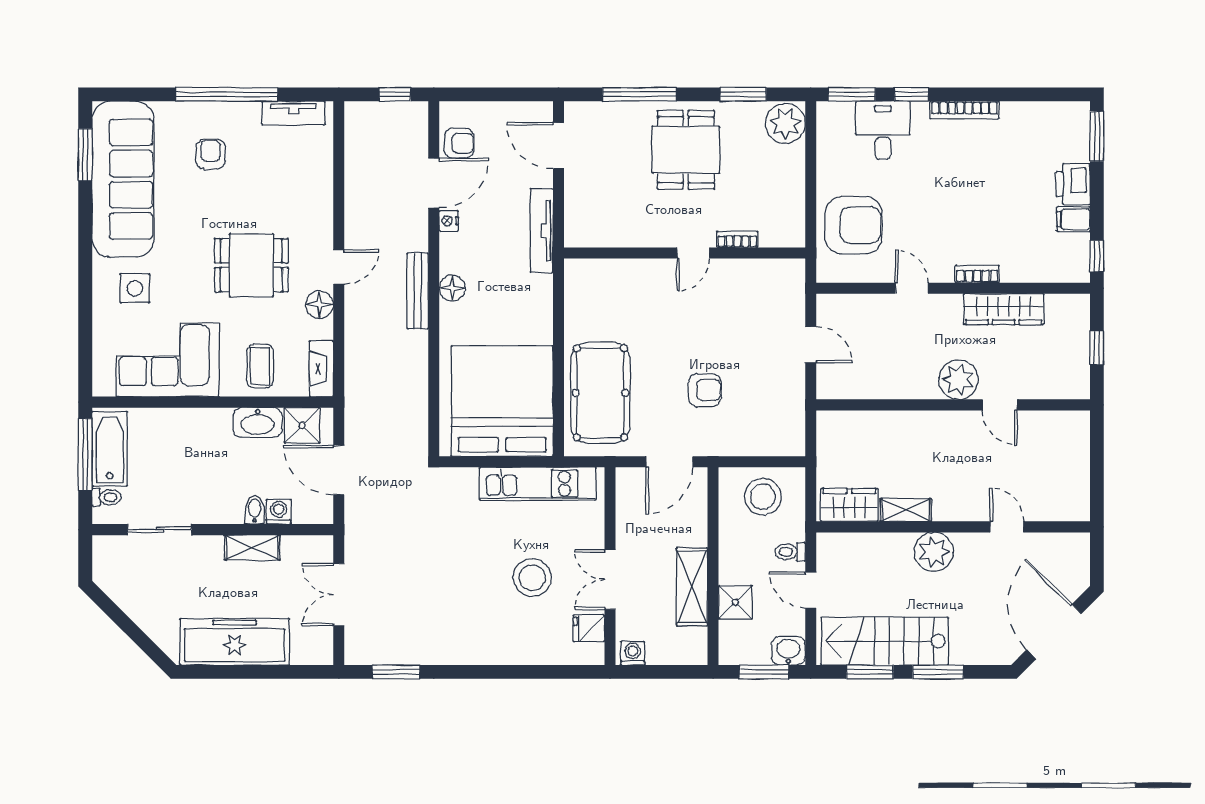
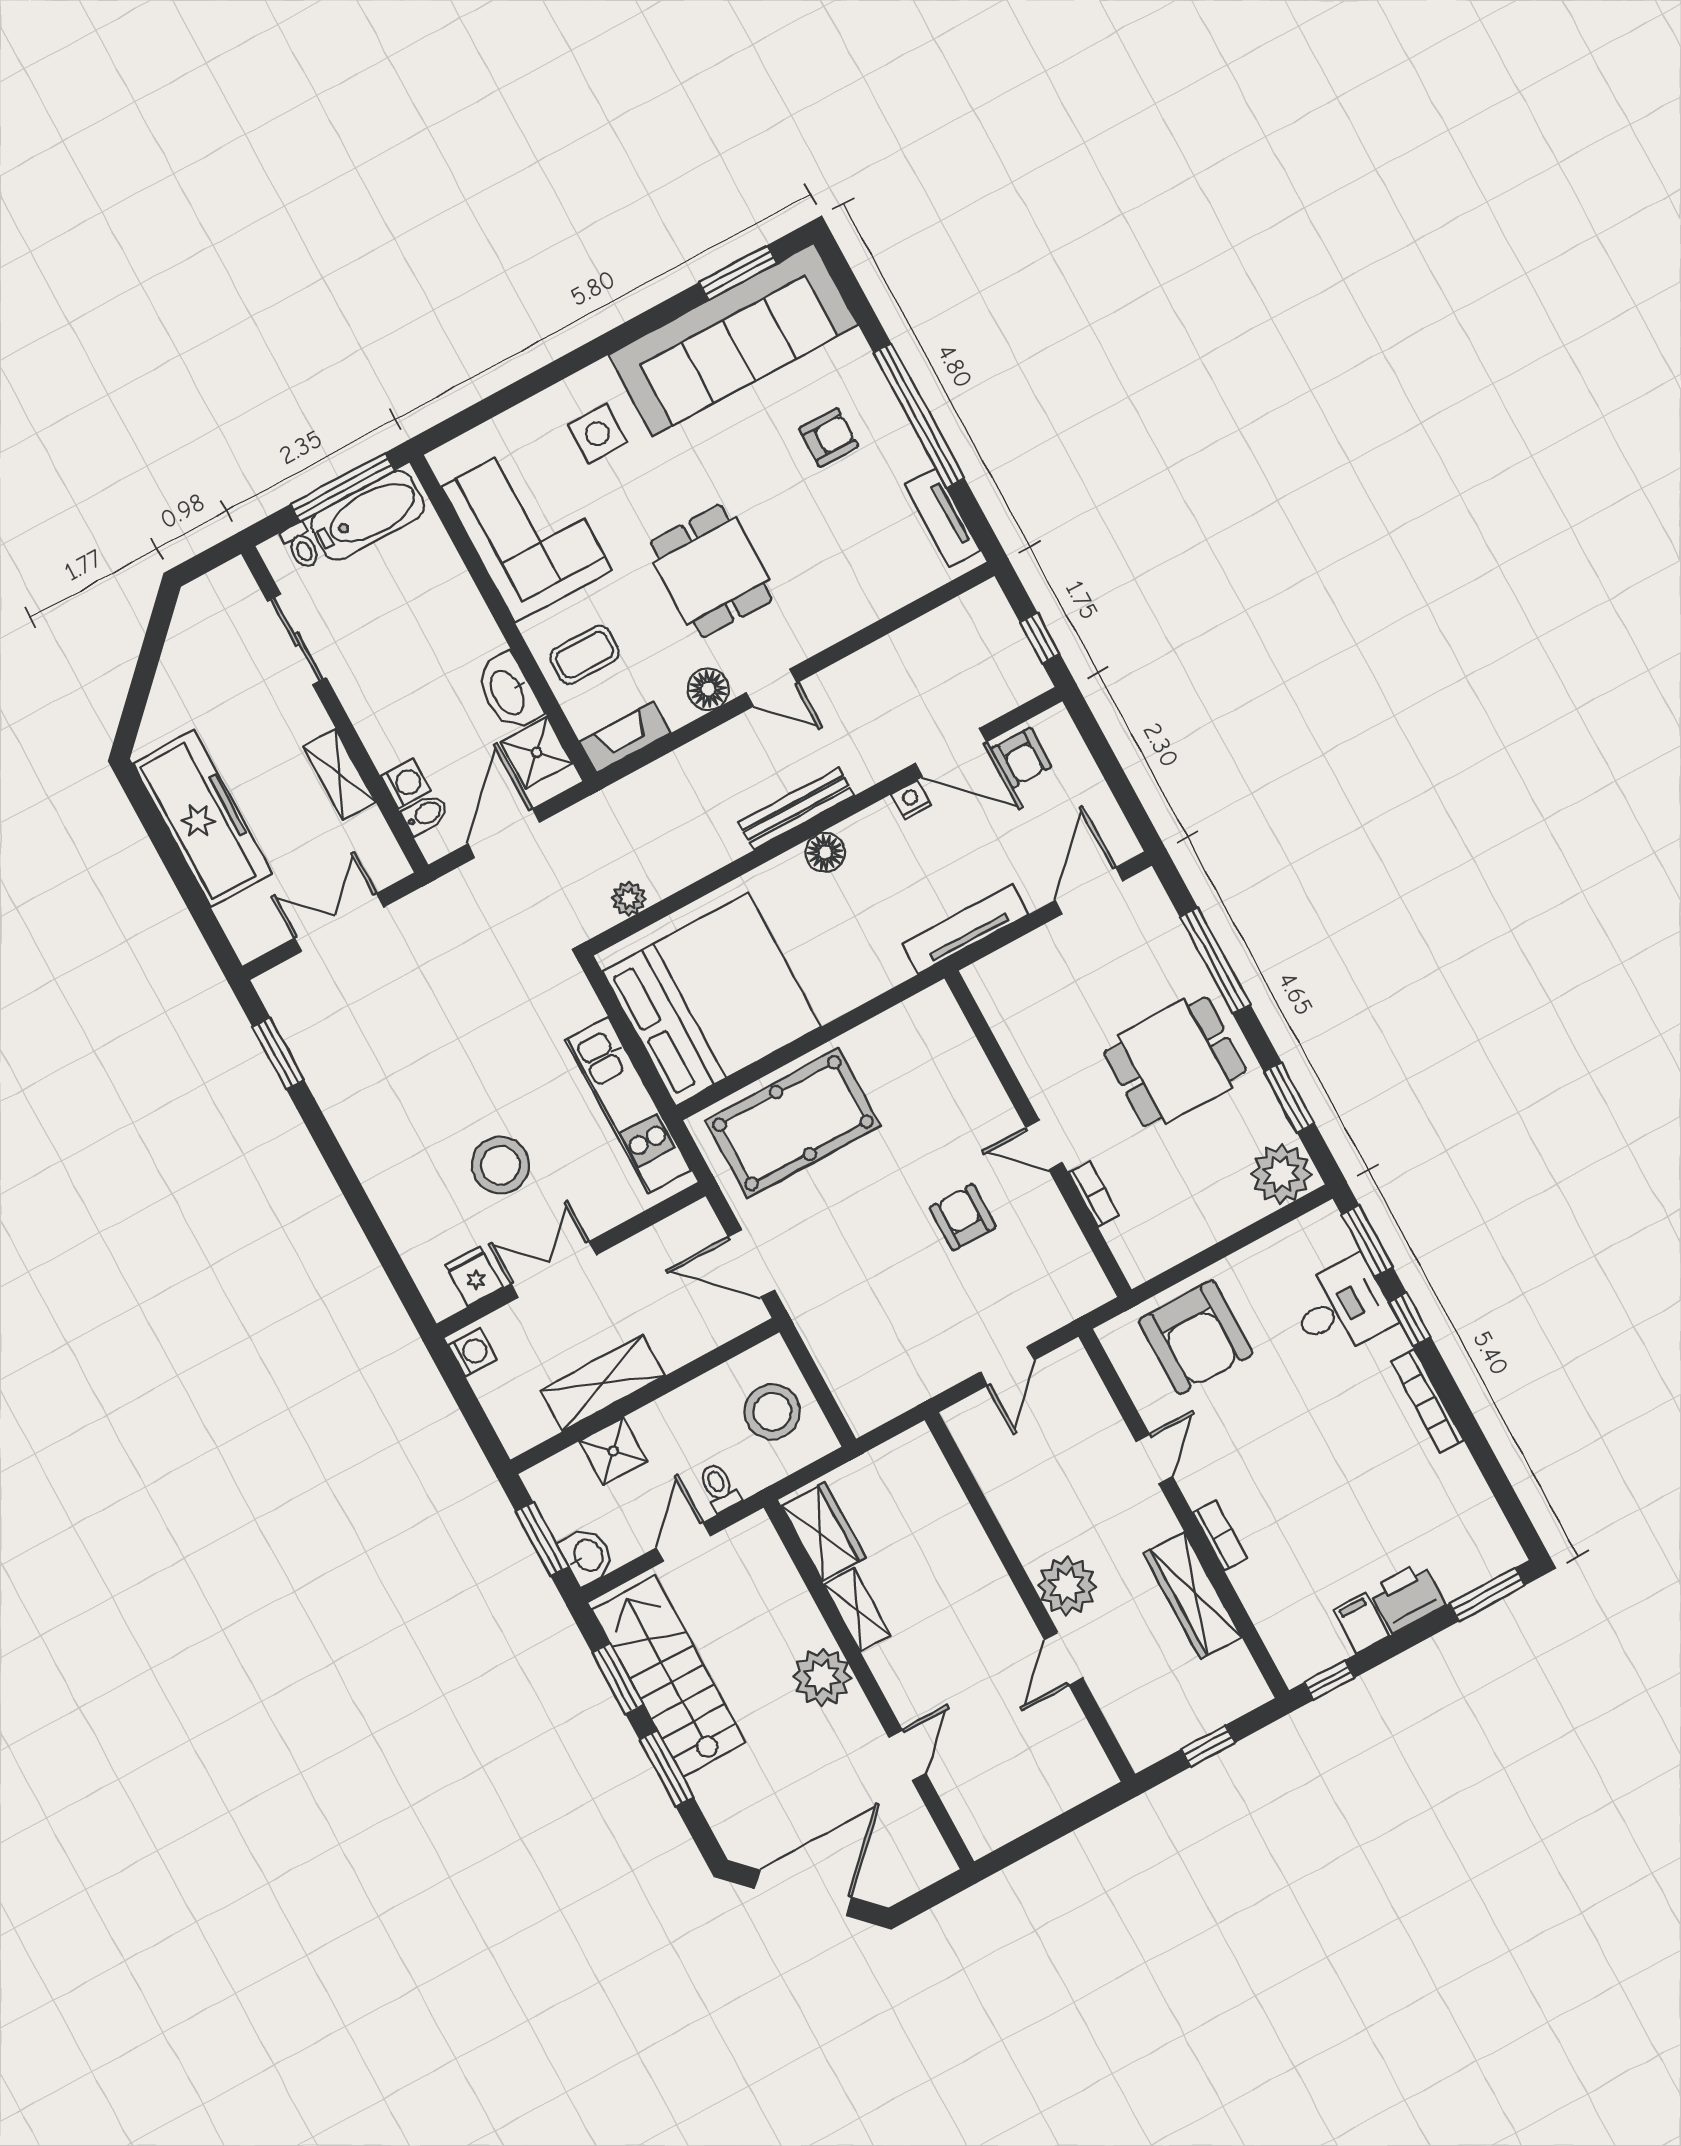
armchair: (705, 390) -> (963, 1217), moved, turned 180
plant: (417, 418) -> (629, 899), added
bidet: (255, 510) -> (425, 814), moved

